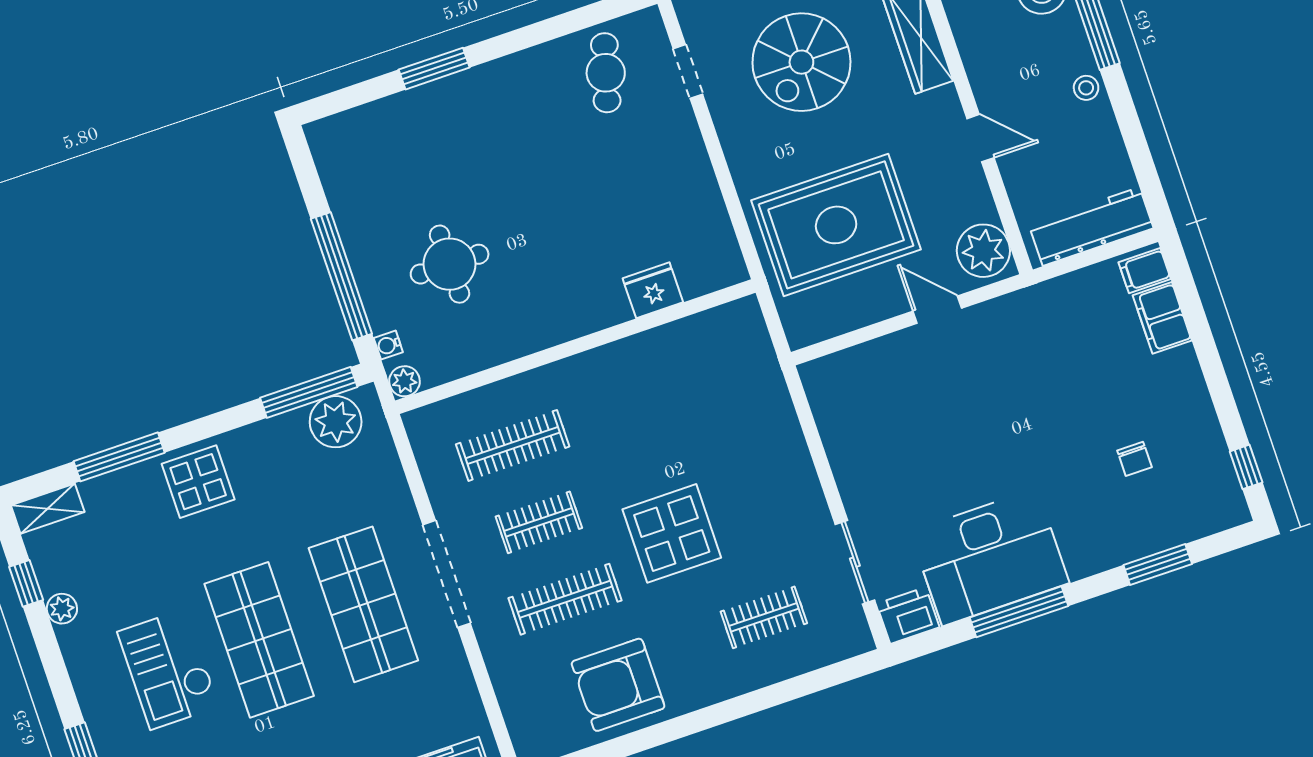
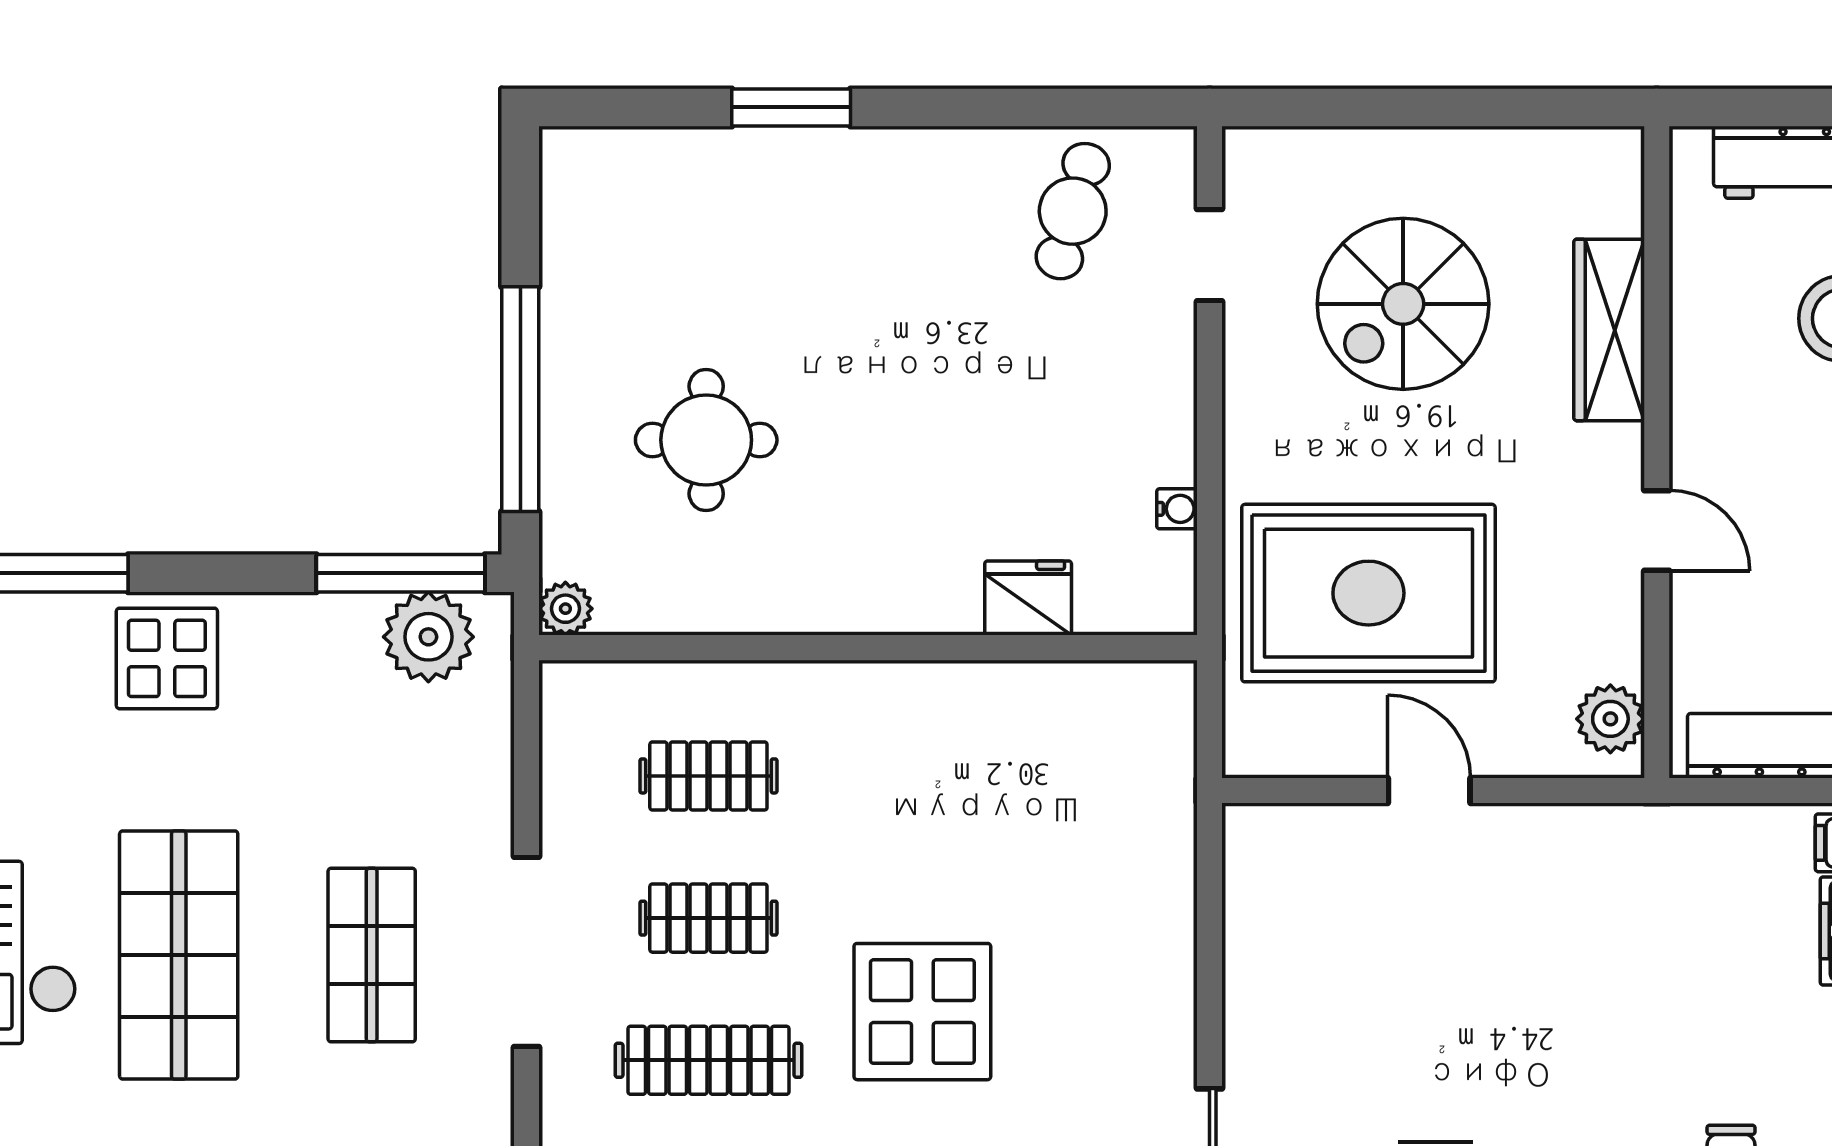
plant: (983, 251) -> (1610, 719), width x0.73, depth x0.73
door: (937, 310) -> (1429, 790), moved
water cooler: (388, 345) -> (1177, 509), moved, turned 180
clothes rail: (513, 445) -> (708, 776), width x0.73
shop shelf: (363, 604) -> (372, 955), width x0.70, depth x0.74

